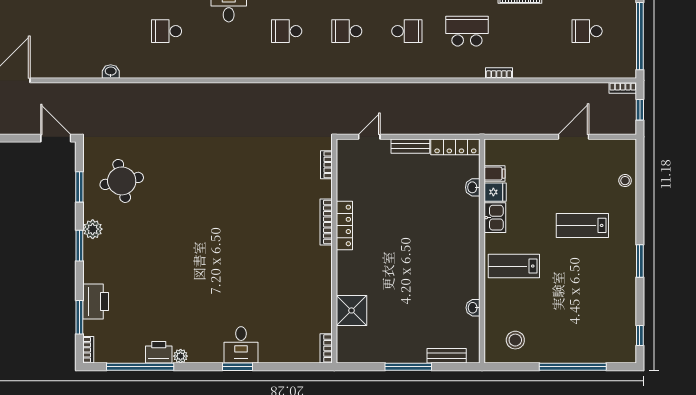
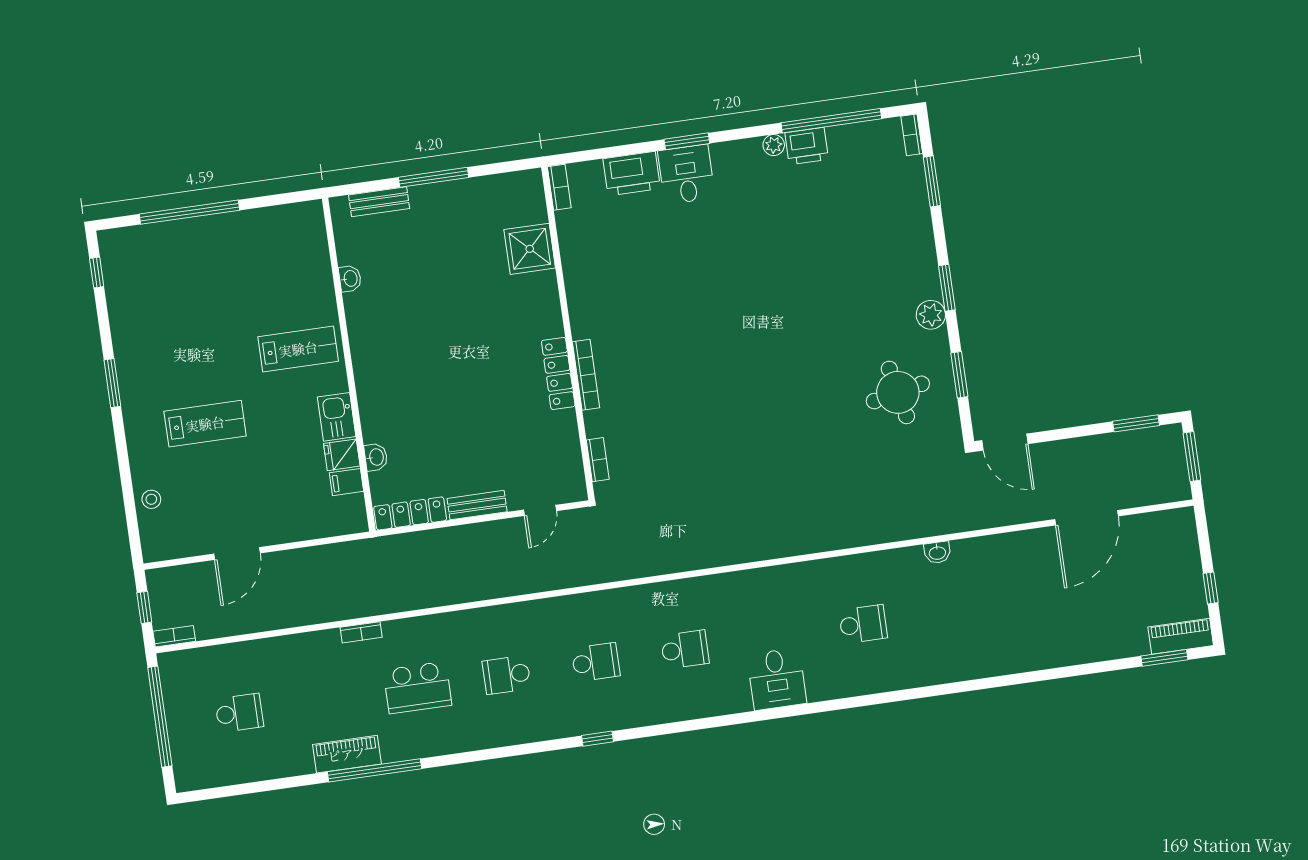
printer: (96, 302) -> (632, 174), moved, turned -90
stool: (515, 340) -> (280, 240), removed

